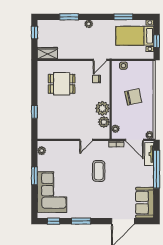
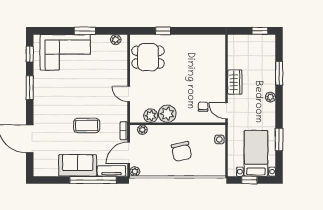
wardrobe: (47, 53) -> (235, 82), moved
dining table: (62, 84) -> (148, 57), moved, turned 90
coffee table: (99, 171) -> (87, 125), moved
sofa: (145, 203) -> (78, 165), moved

